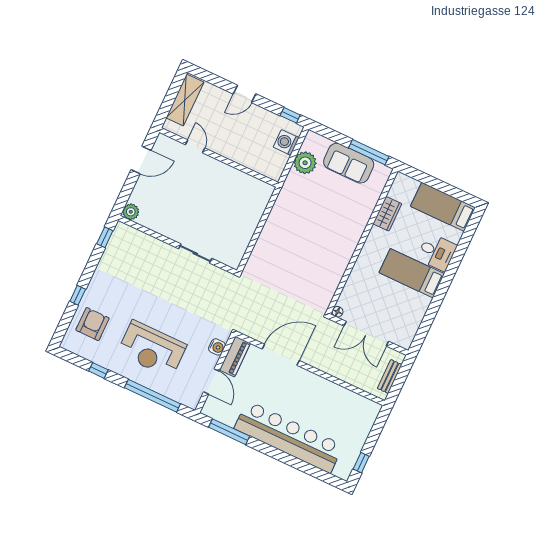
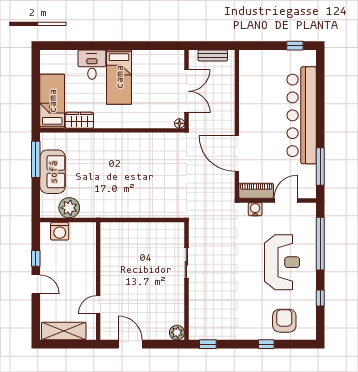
window: (290, 115) -> (36, 258), moved
bed: (443, 207) -> (52, 101), moved, turned 180
armchair: (93, 324) -> (284, 321), turned 90

